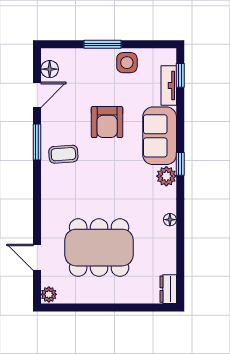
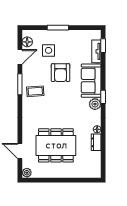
side table: (127, 63) -> (49, 50), moved
dresser: (168, 289) -> (96, 142), moved

